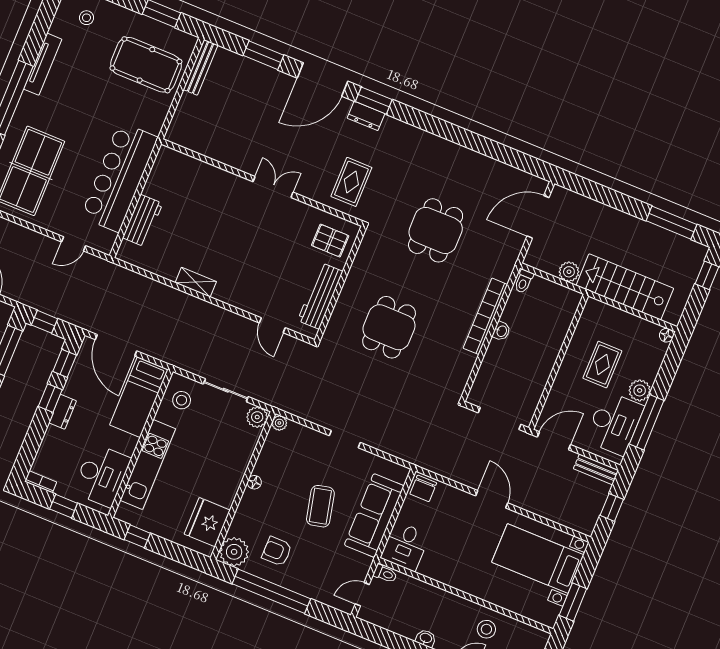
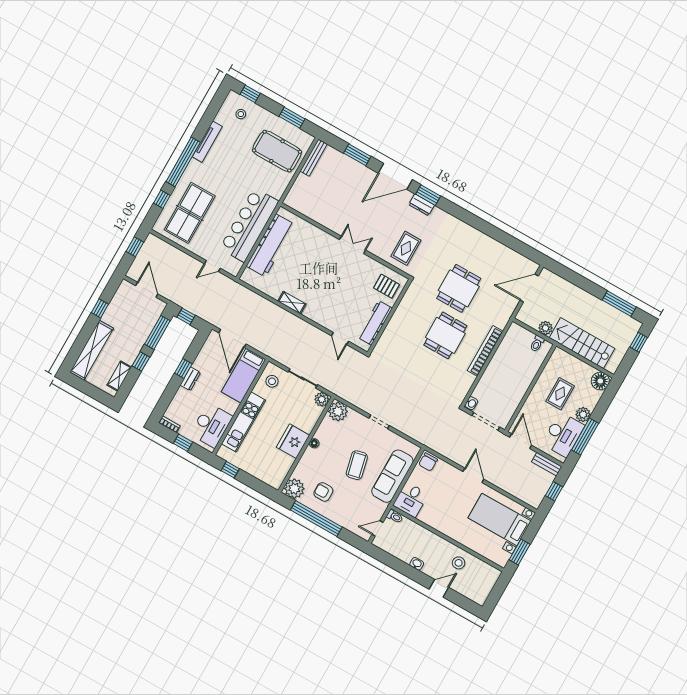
workbench: (143, 221) -> (271, 245), width x1.88, depth x1.32
toilet: (524, 281) -> (537, 344), moved
dining table: (389, 327) -> (445, 335), moved
washbasin: (501, 331) -> (471, 403), moved
floor lamp: (666, 335) -> (600, 381), width x1.89, depth x1.89
window: (65, 363) -> (196, 346), removed
plant: (279, 423) -> (338, 411), width x1.88, depth x1.88
door: (554, 441) -> (521, 441), hinge flipped
fridge: (207, 522) -> (293, 441), moved

